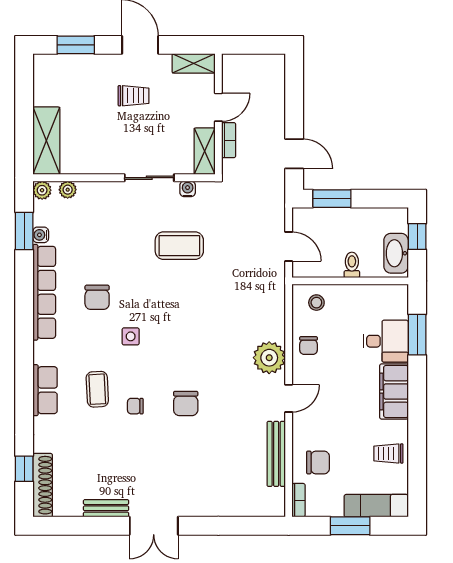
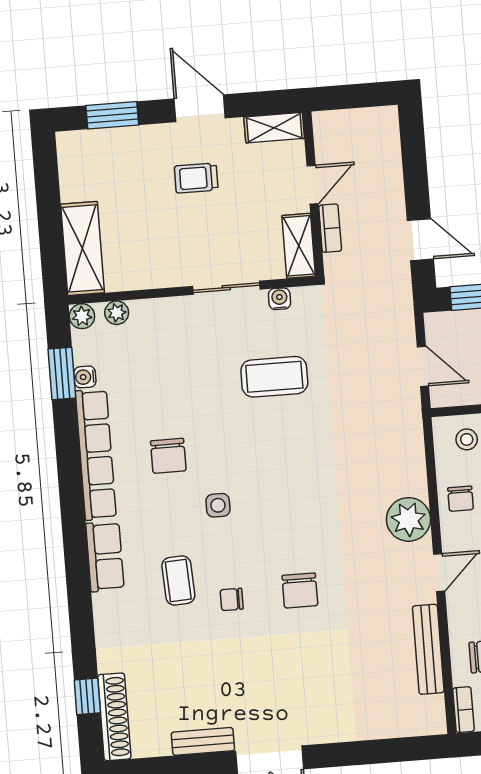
trolley: (134, 96) -> (196, 178), turned 180
row of seats: (45, 390) -> (105, 556), moved

